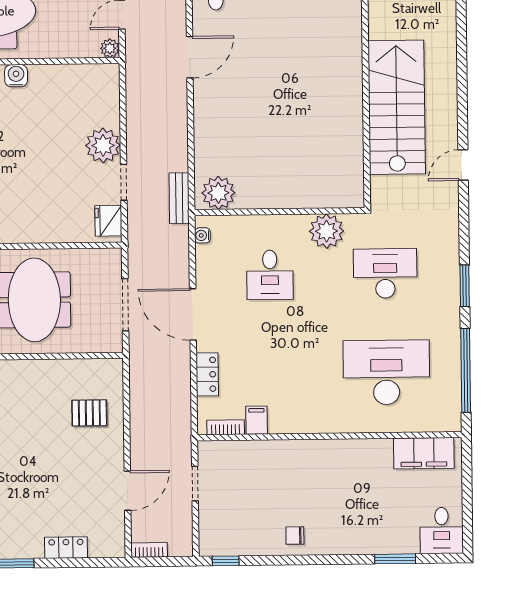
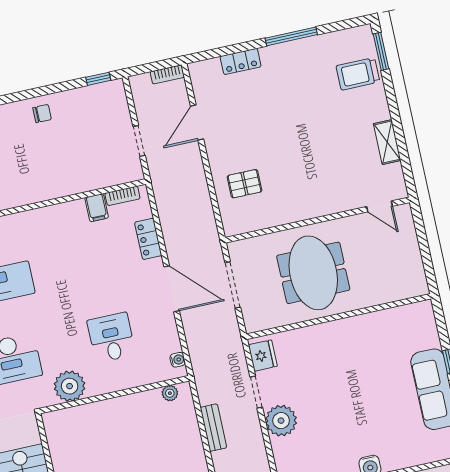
plant: (218, 193) -> (170, 393), width x0.53, depth x0.53
bench: (179, 198) -> (213, 428), moved

